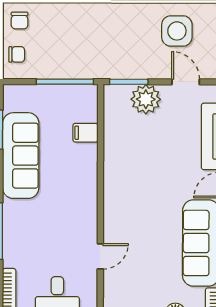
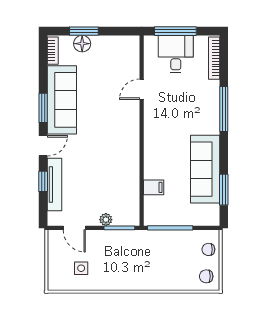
chair: (20, 20) -> (206, 276), turned -90
side table: (177, 31) -> (81, 268), width x0.54, depth x0.54
plant: (146, 99) -> (106, 220), width x0.53, depth x0.53

